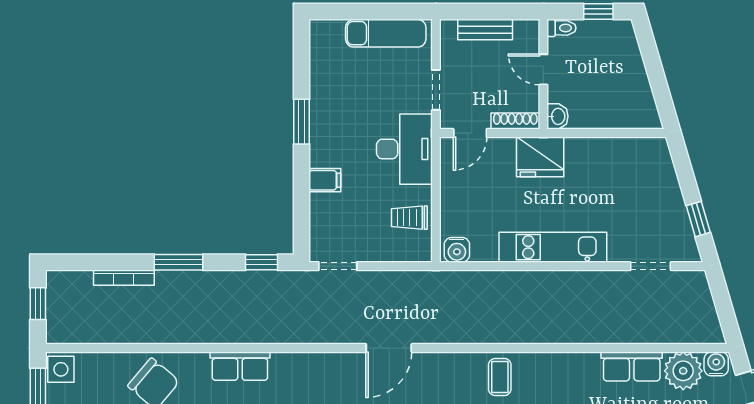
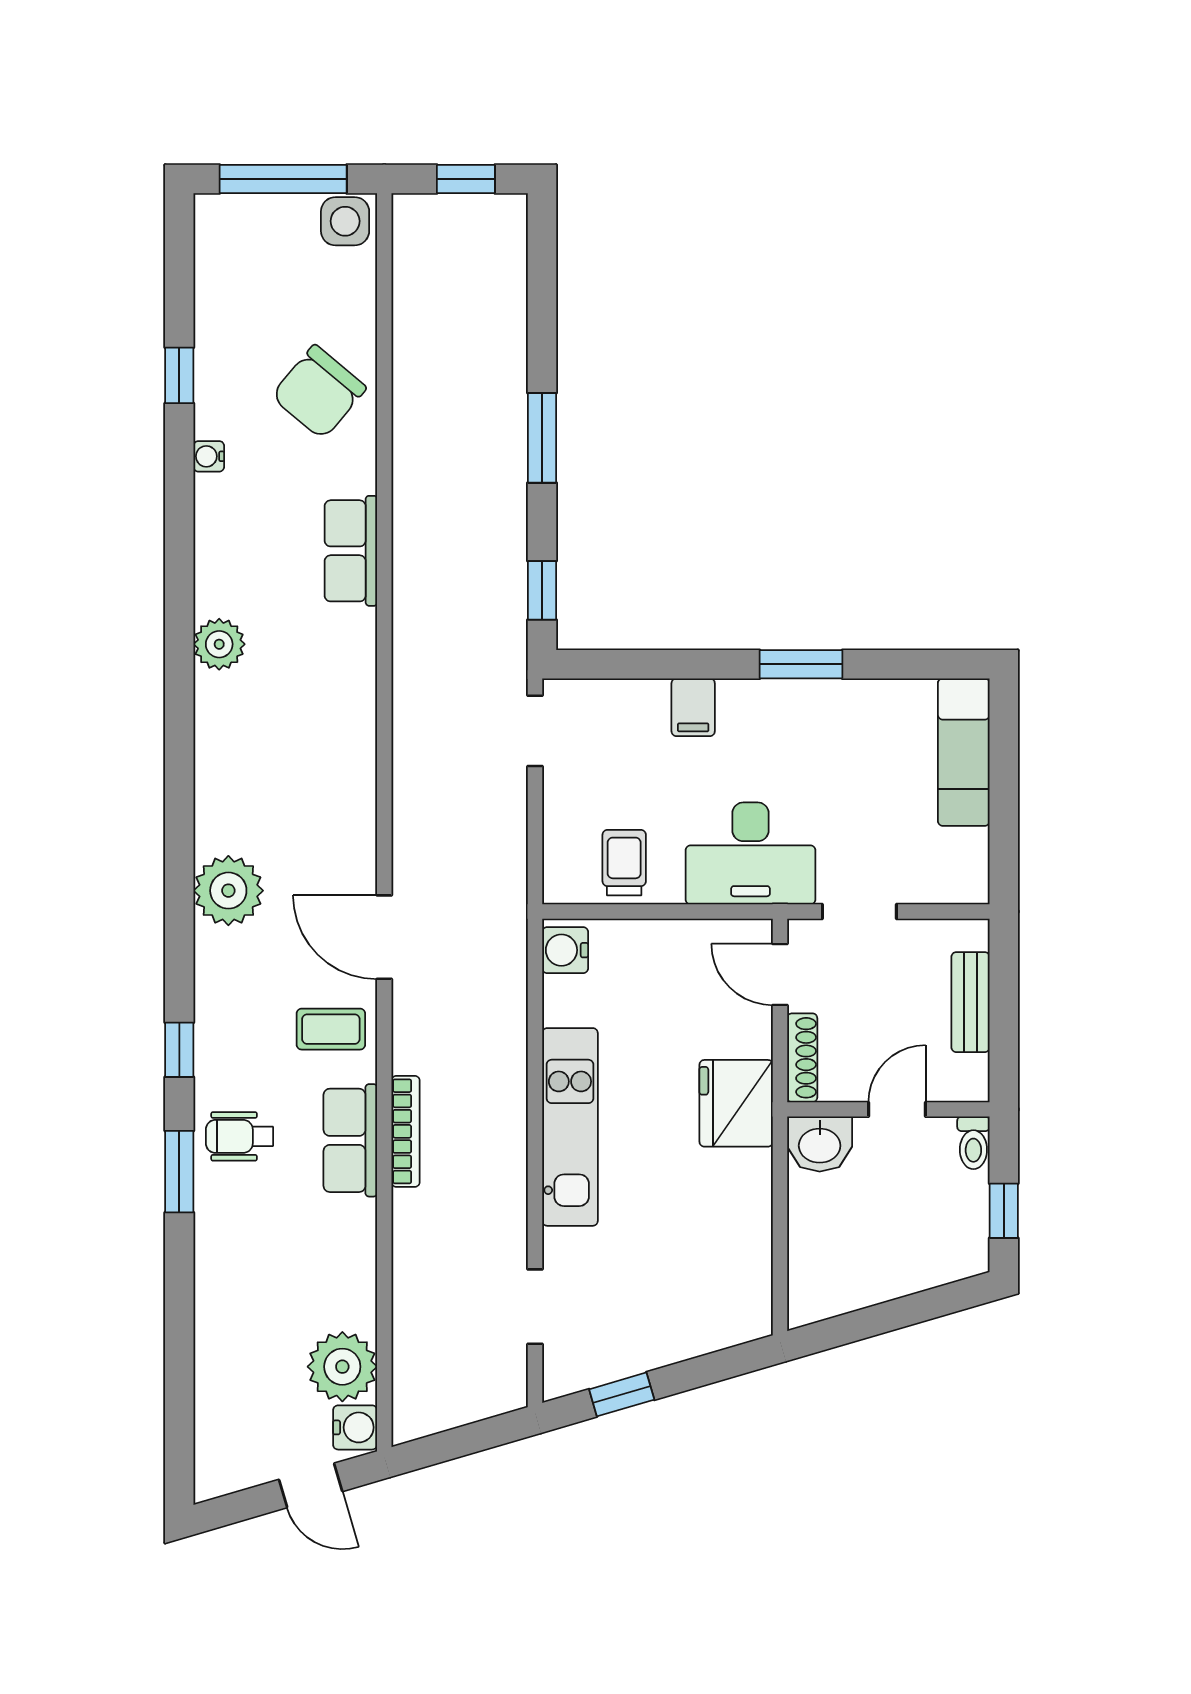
exam couch: (386, 33) -> (964, 752), moved
washbasin: (558, 116) -> (820, 1144), width x1.38, depth x1.45
bookcase: (124, 278) -> (406, 1131), moved, turned 180
door: (389, 348) -> (384, 937), moved
row of seats: (632, 366) -> (350, 1140), moved

